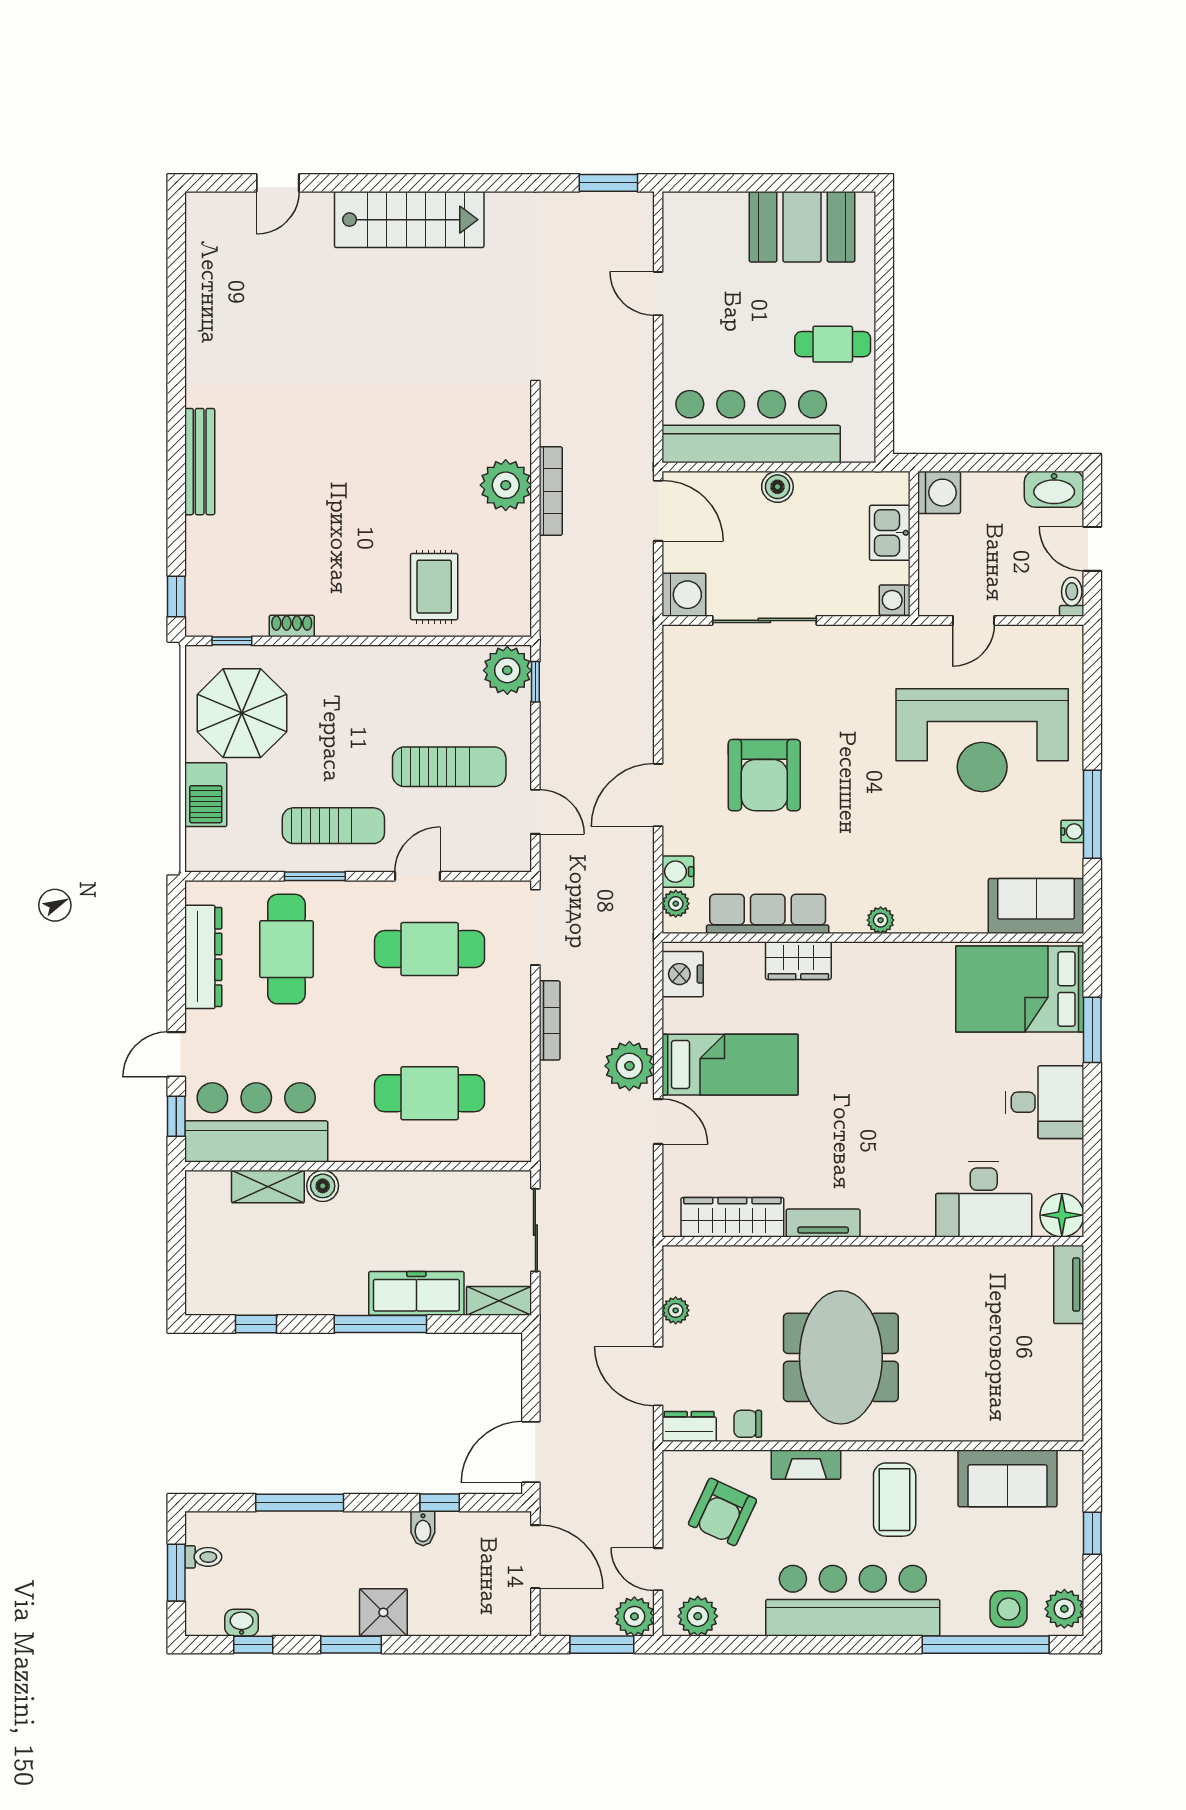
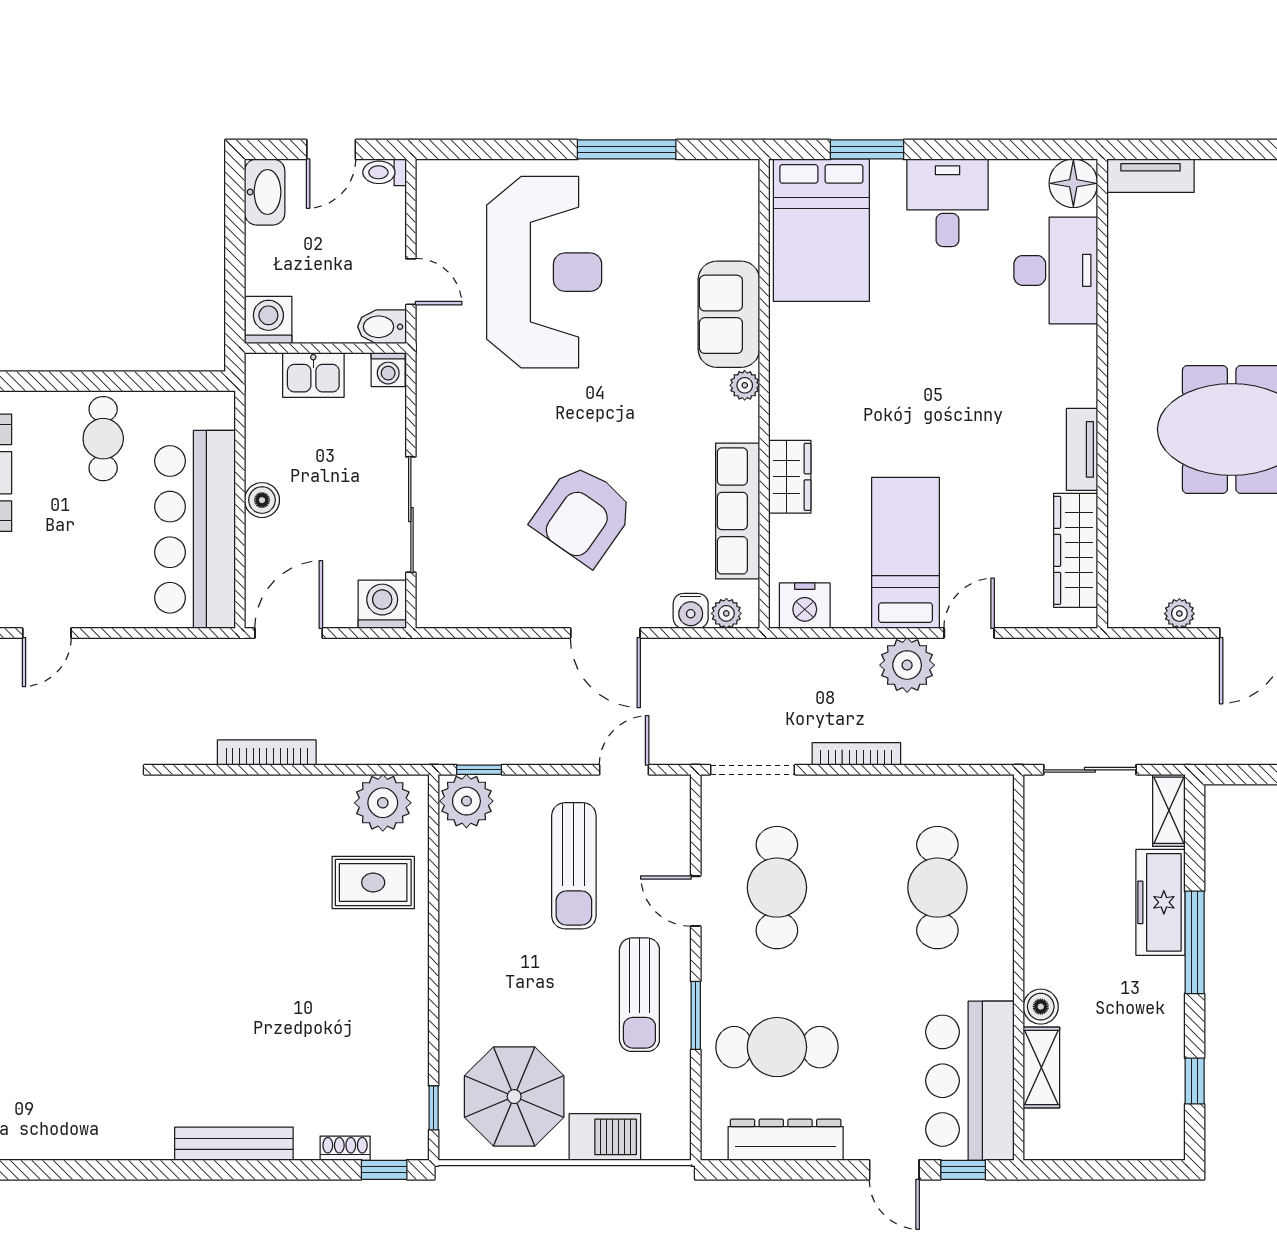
plant: (506, 485) -> (383, 803), moved
bidet: (933, 594) -> (382, 327), added
shoe rack: (292, 626) -> (345, 1148), moved, turned 90
sun lounger: (449, 767) -> (574, 866), turned 180
armchair: (764, 775) -> (583, 515), turned 125
sun lounger: (333, 826) -> (639, 995), turned 180
water cooler: (1072, 831) -> (646, 172), removed
sofa: (1036, 906) -> (729, 314), moved

